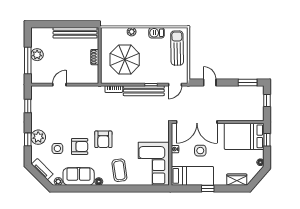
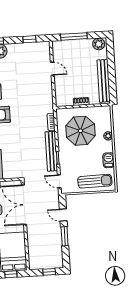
plant: (37, 55) -> (99, 44), moved
door: (210, 82) -> (63, 215), swing flipped
window: (248, 82) -> (65, 236), moved

